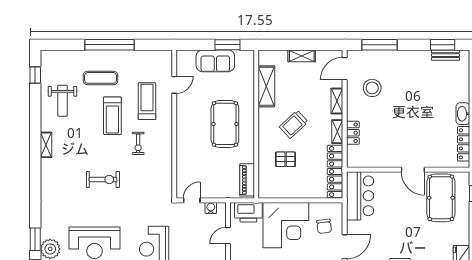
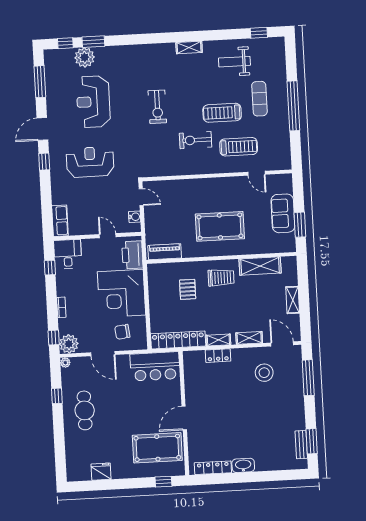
trolley: (294, 124) -> (221, 278), moved, turned 133
exercise bike: (138, 143) -> (196, 140), width x1.38, depth x1.39

